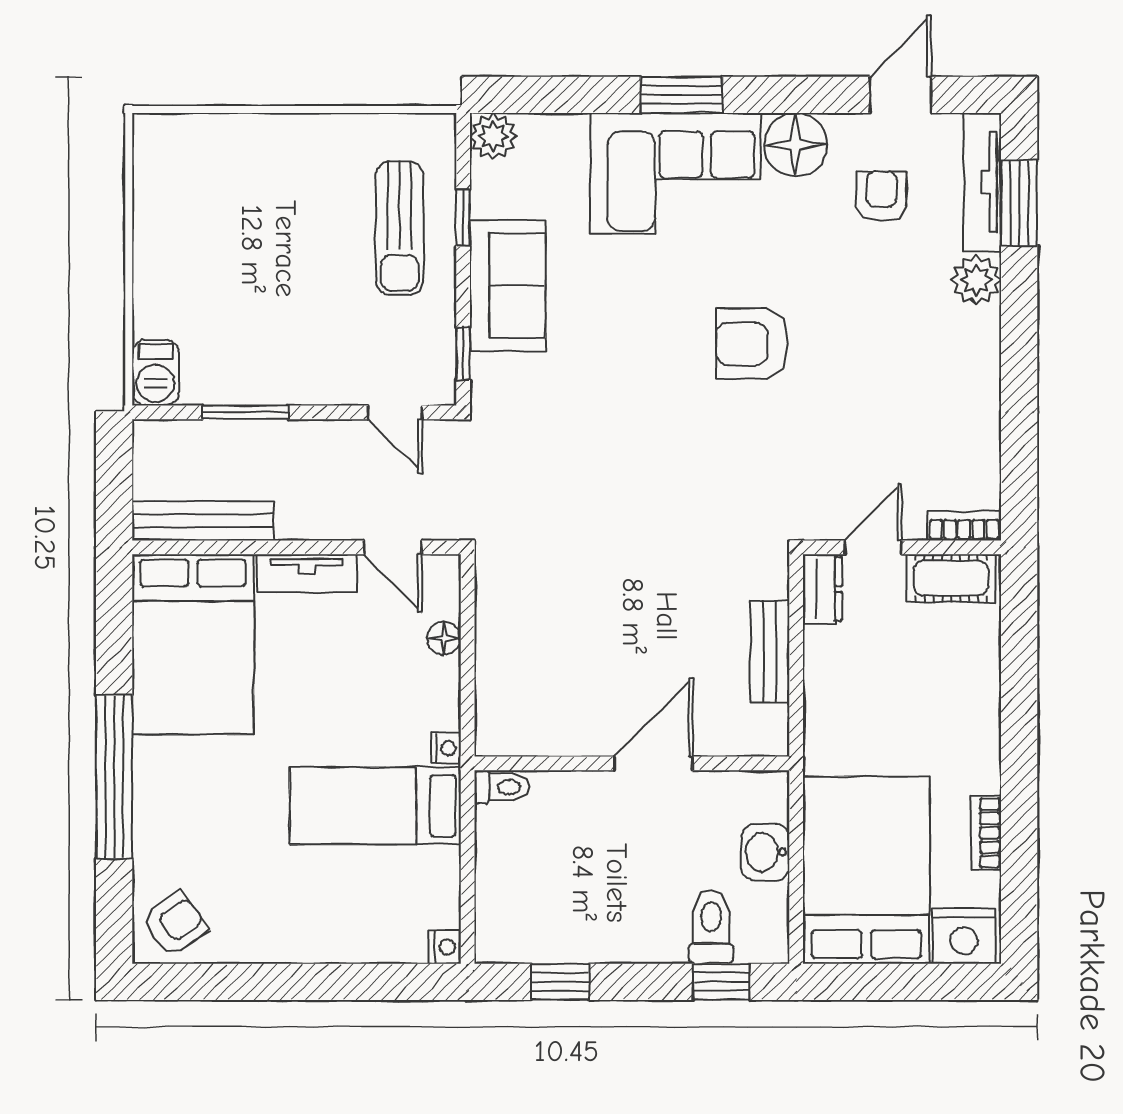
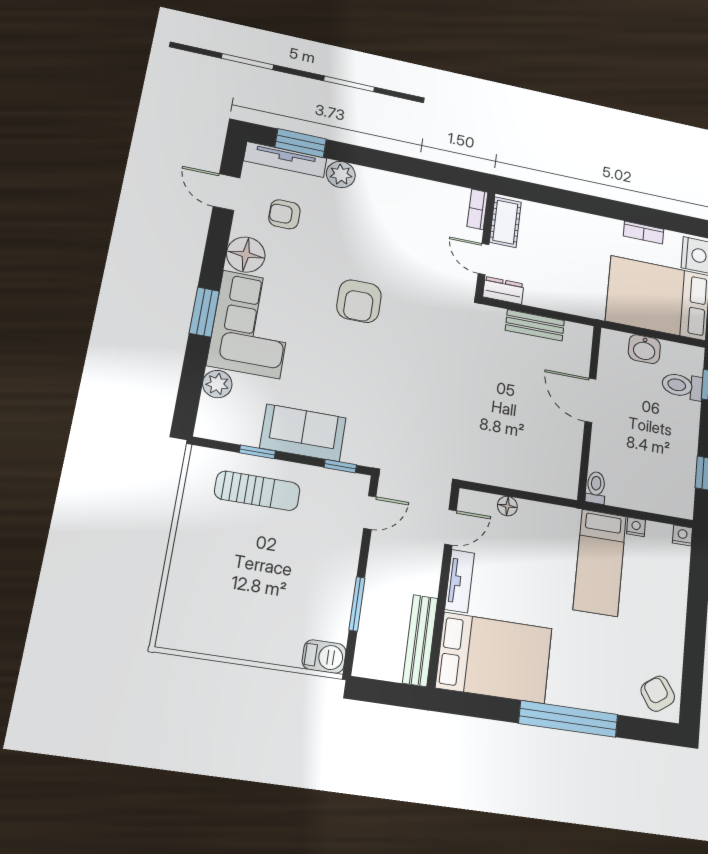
plant: (493, 136) -> (217, 384), moved
nightstand: (446, 748) -> (636, 527), moved

